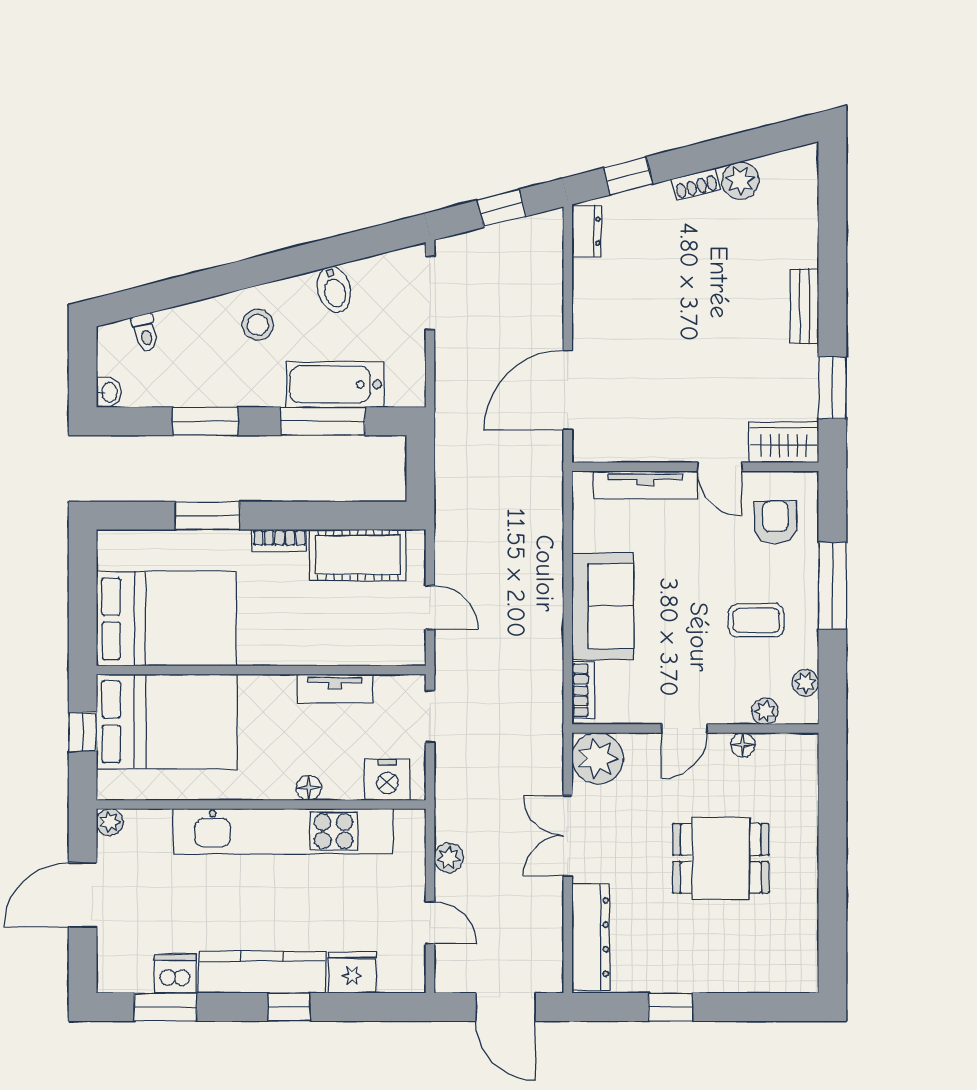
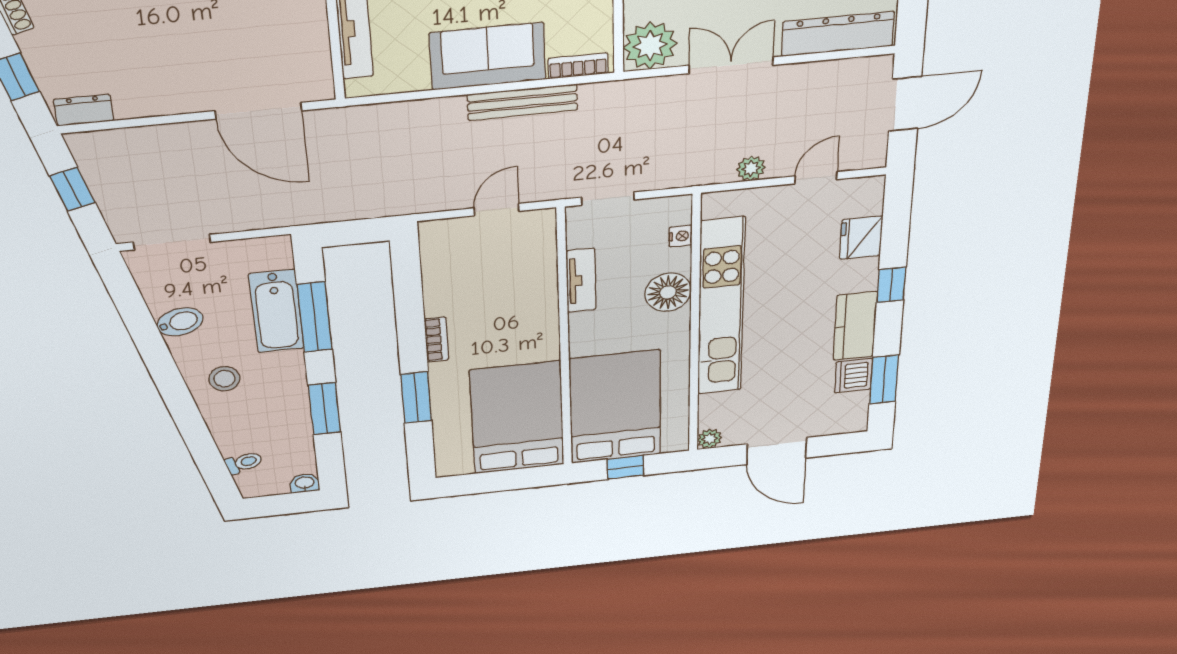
cot: (358, 555) -> (447, 275), removed
bench: (549, 637) -> (522, 102), added
nightstand: (387, 780) -> (681, 236), width x0.53, depth x0.56
floor lamp: (309, 788) -> (668, 292), width x1.89, depth x1.89
double door: (568, 836) -> (731, 65), swing flipped
kitchen counter: (262, 972) -> (855, 326), width x0.67

